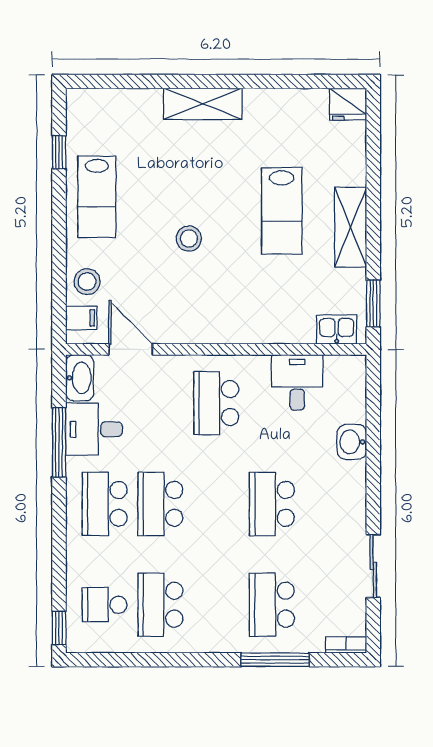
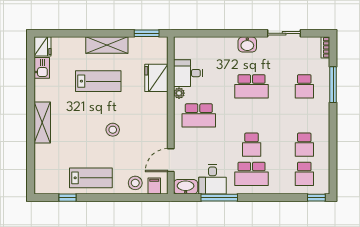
fridge: (288, 322) -> (156, 78), added
kitchen sink: (337, 330) -> (42, 68), moved, turned 180
plant: (259, 365) -> (179, 93), added
washbasin: (352, 442) -> (247, 44), moved
school desk: (160, 504) -> (252, 145), width x0.54
school desk: (160, 605) -> (304, 145), width x0.54
school desk: (272, 605) -> (304, 86), width x0.54

